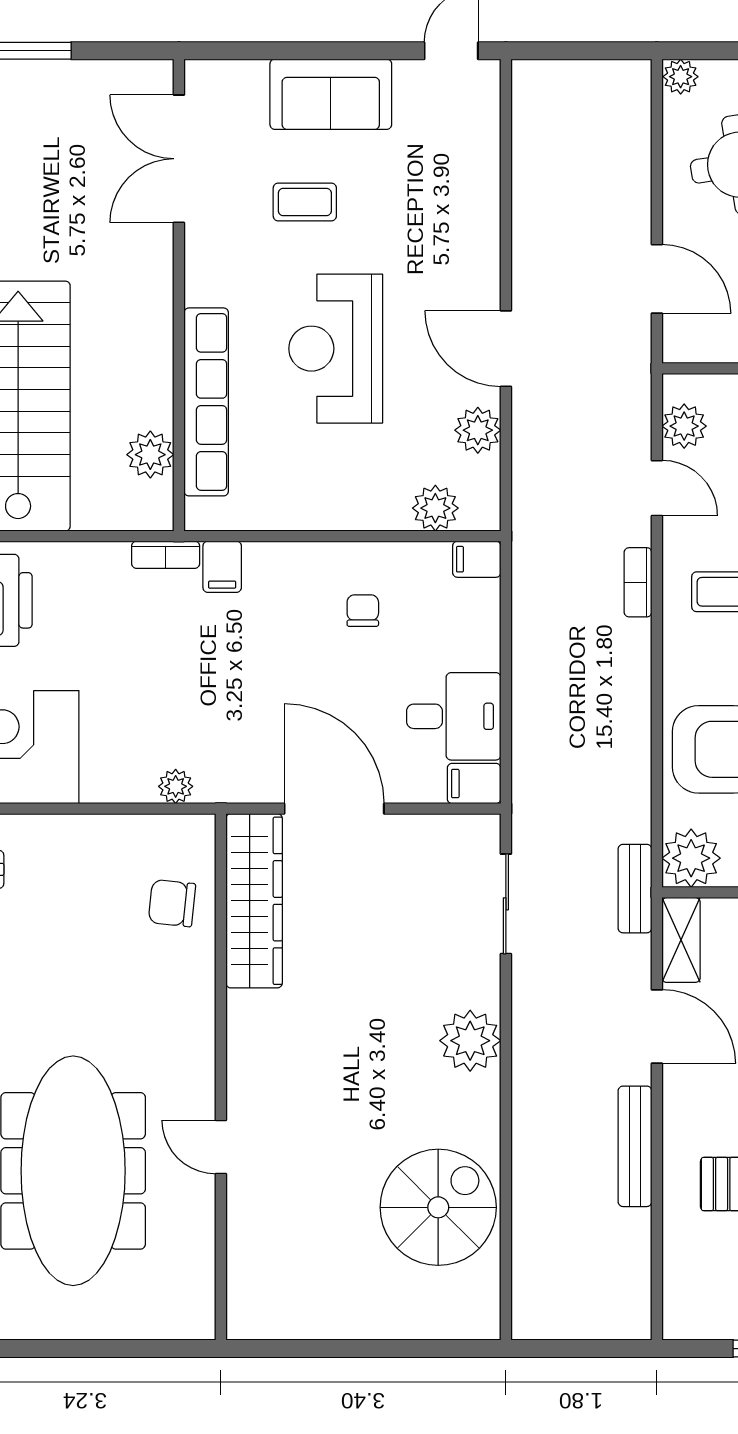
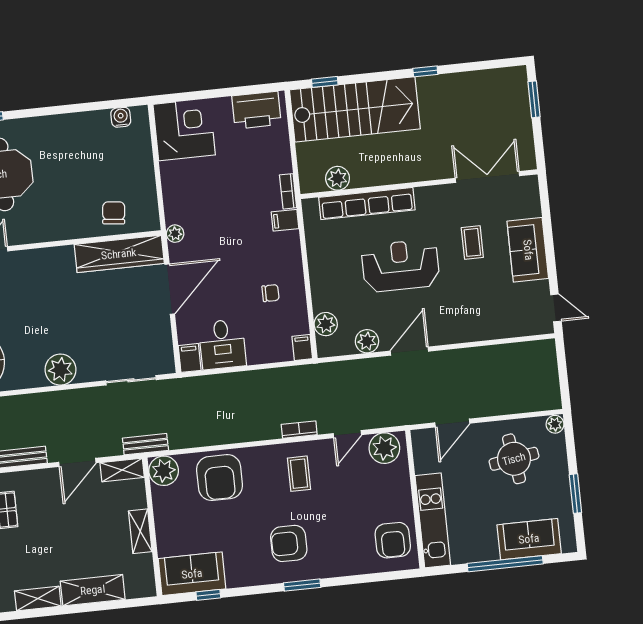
plant: (684, 426) -> (384, 448), width x1.36, depth x1.36
plant: (176, 786) -> (175, 234), moved

